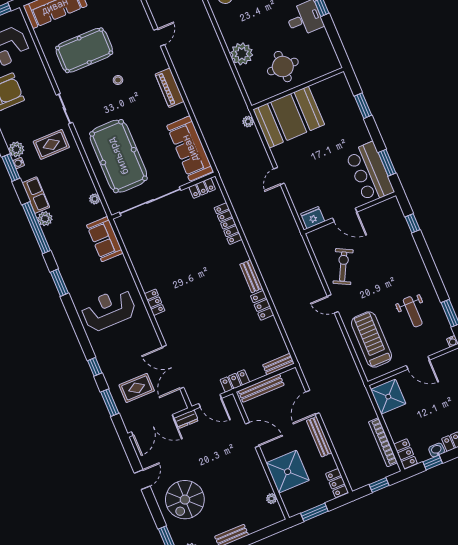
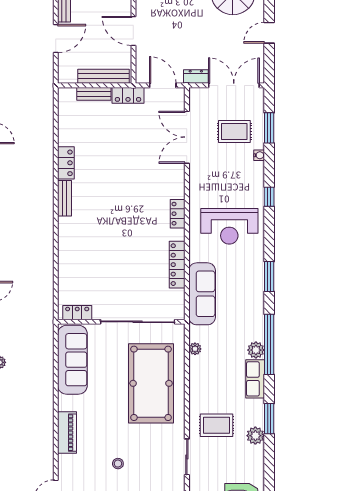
water cooler: (19, 163) -> (259, 155), moved
locker: (228, 224) -> (177, 265), moved, turned 180
sofa: (105, 239) -> (202, 294), width x1.36
bench: (278, 364) -> (94, 94), moved
window: (95, 367) -> (269, 197), moved
double door: (173, 367) -> (187, 137), swing flipped

